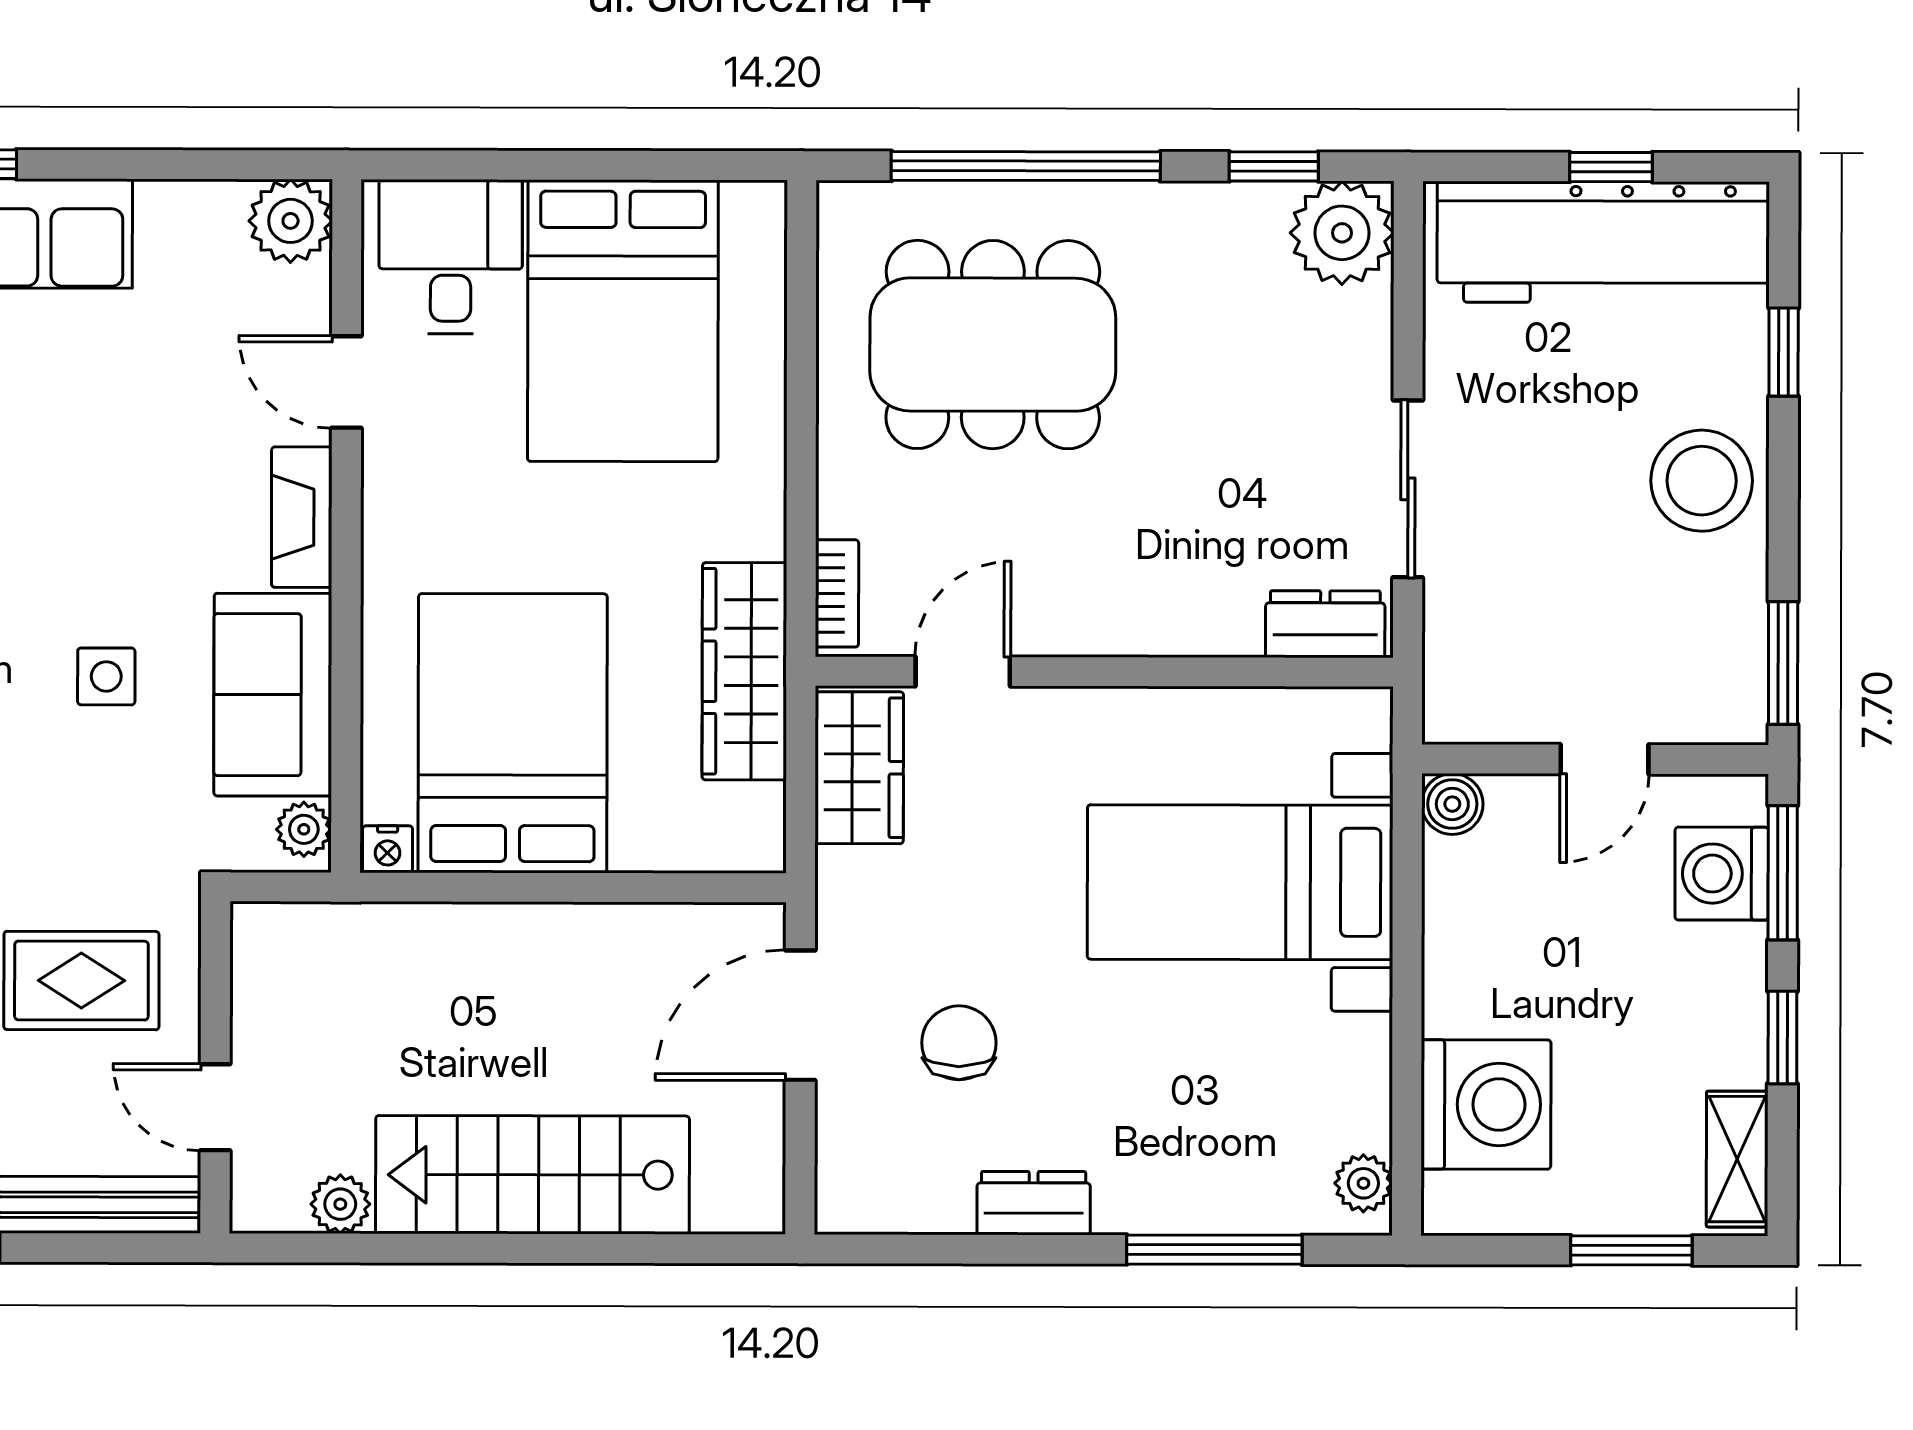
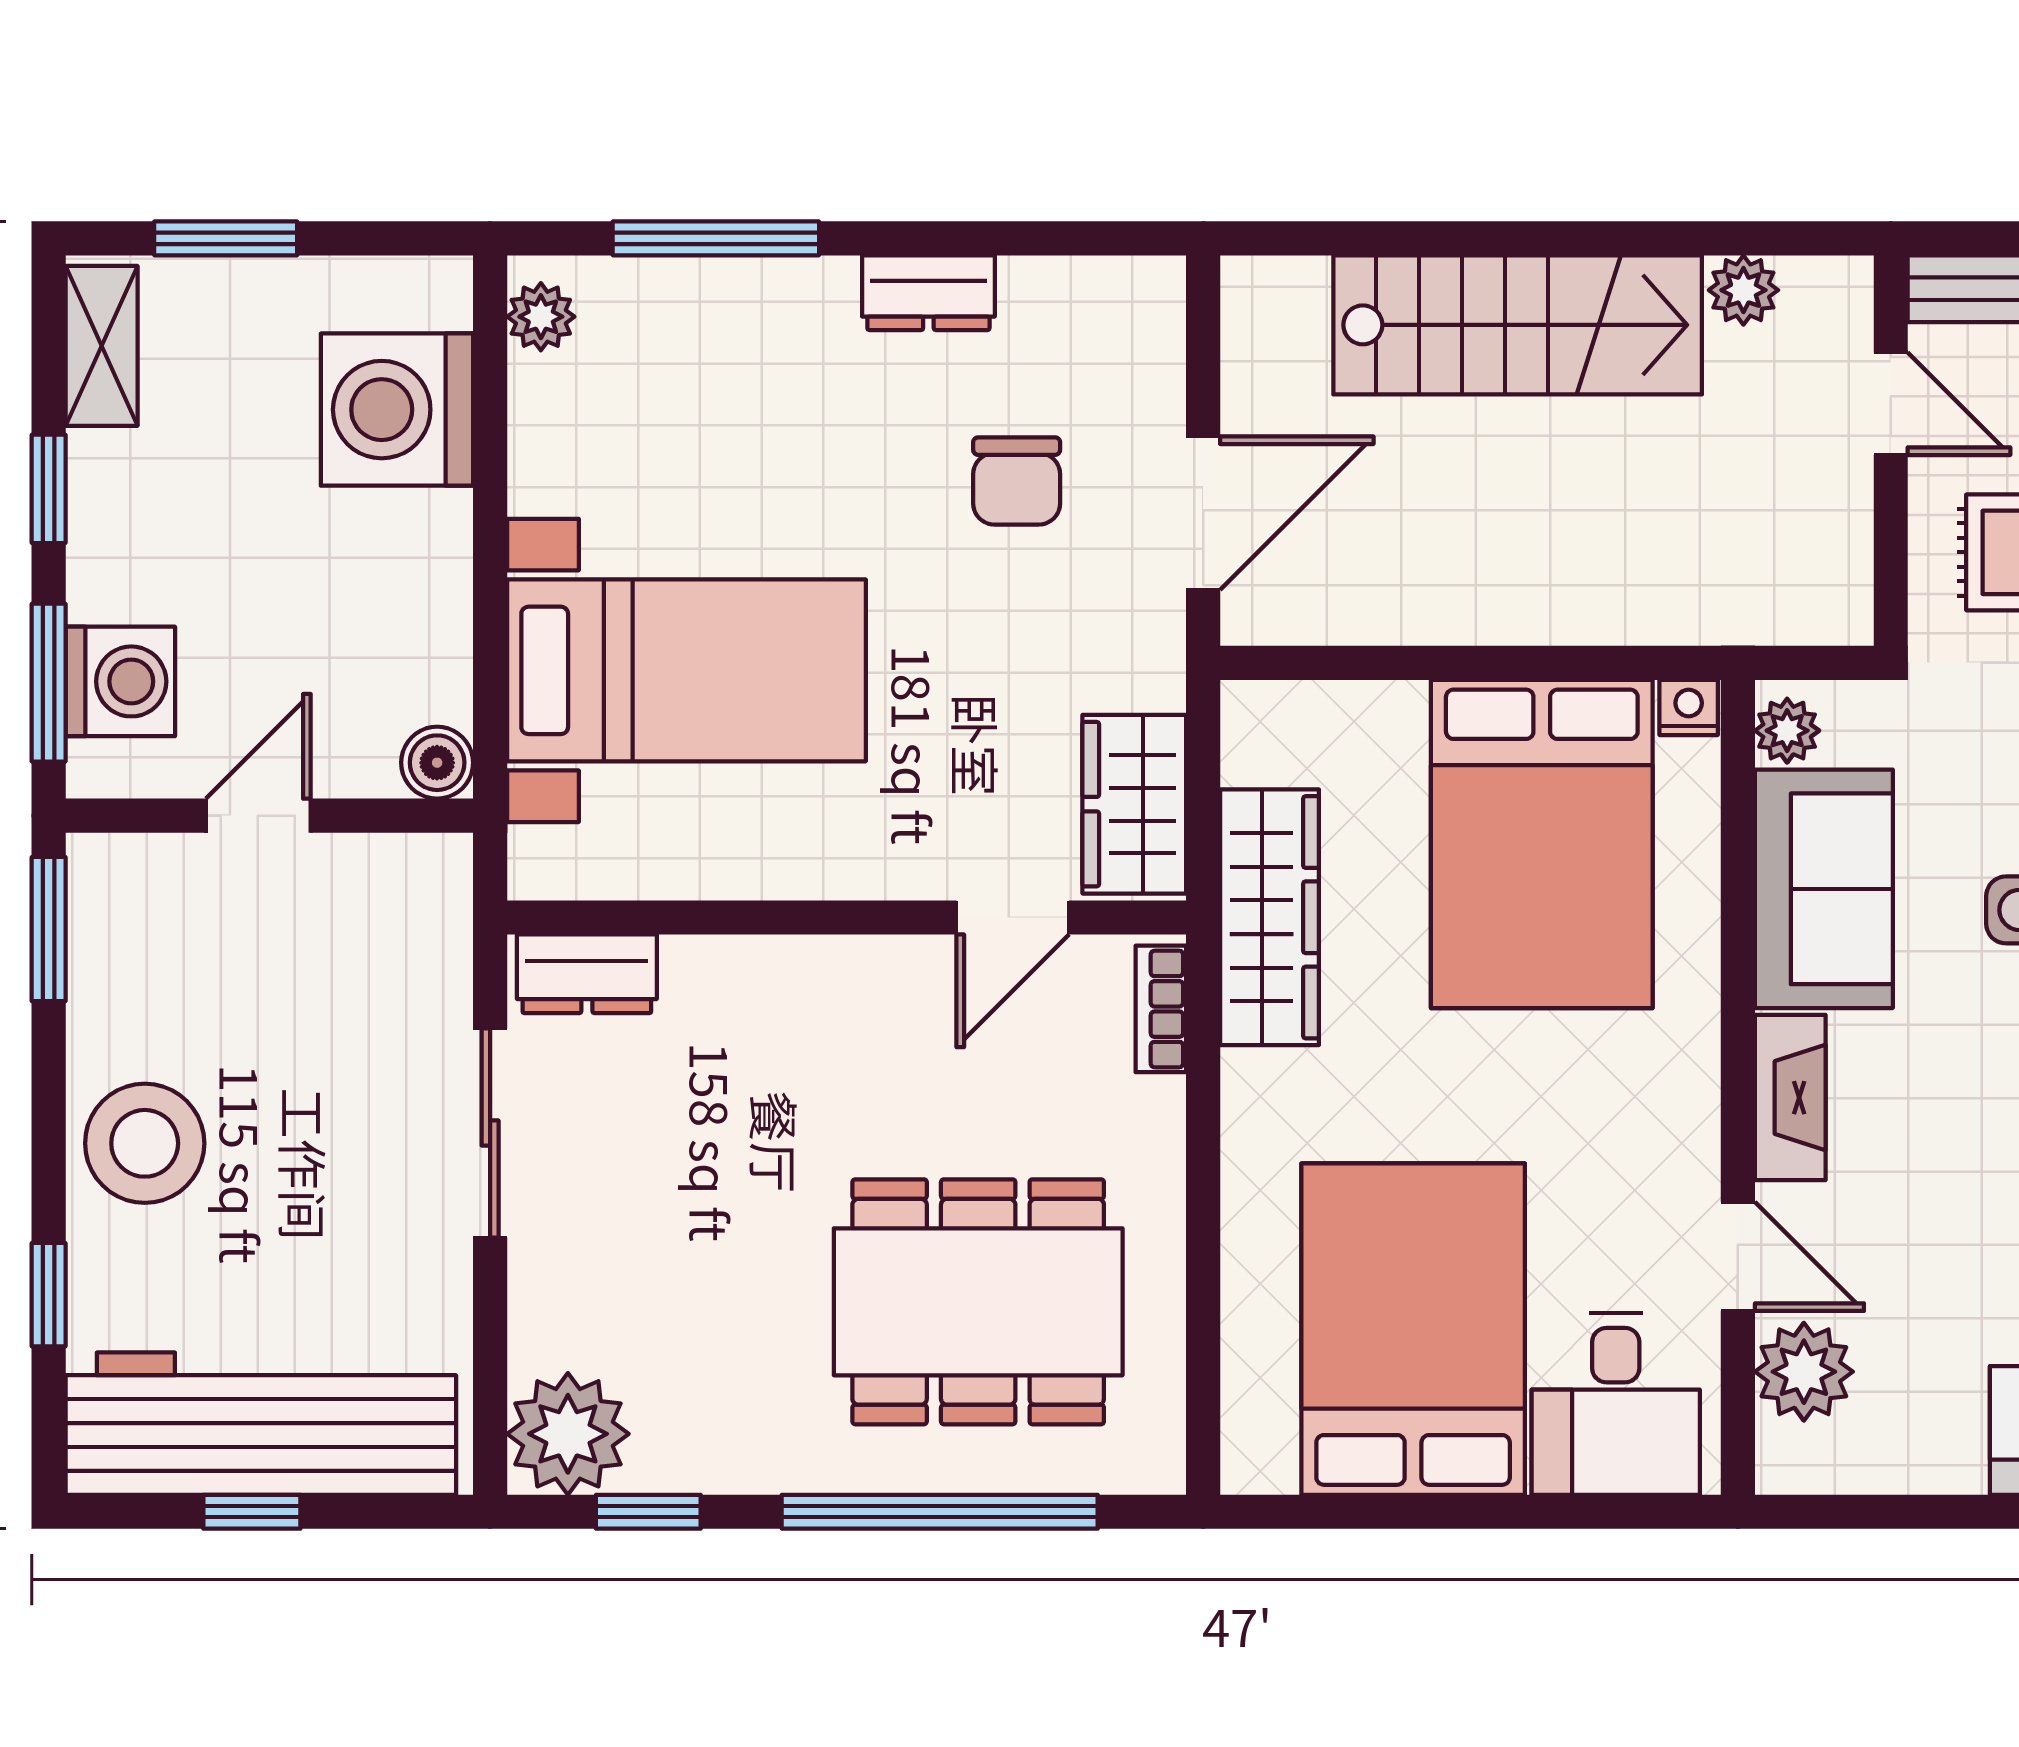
plant: (291, 221) -> (1804, 1372), moved

